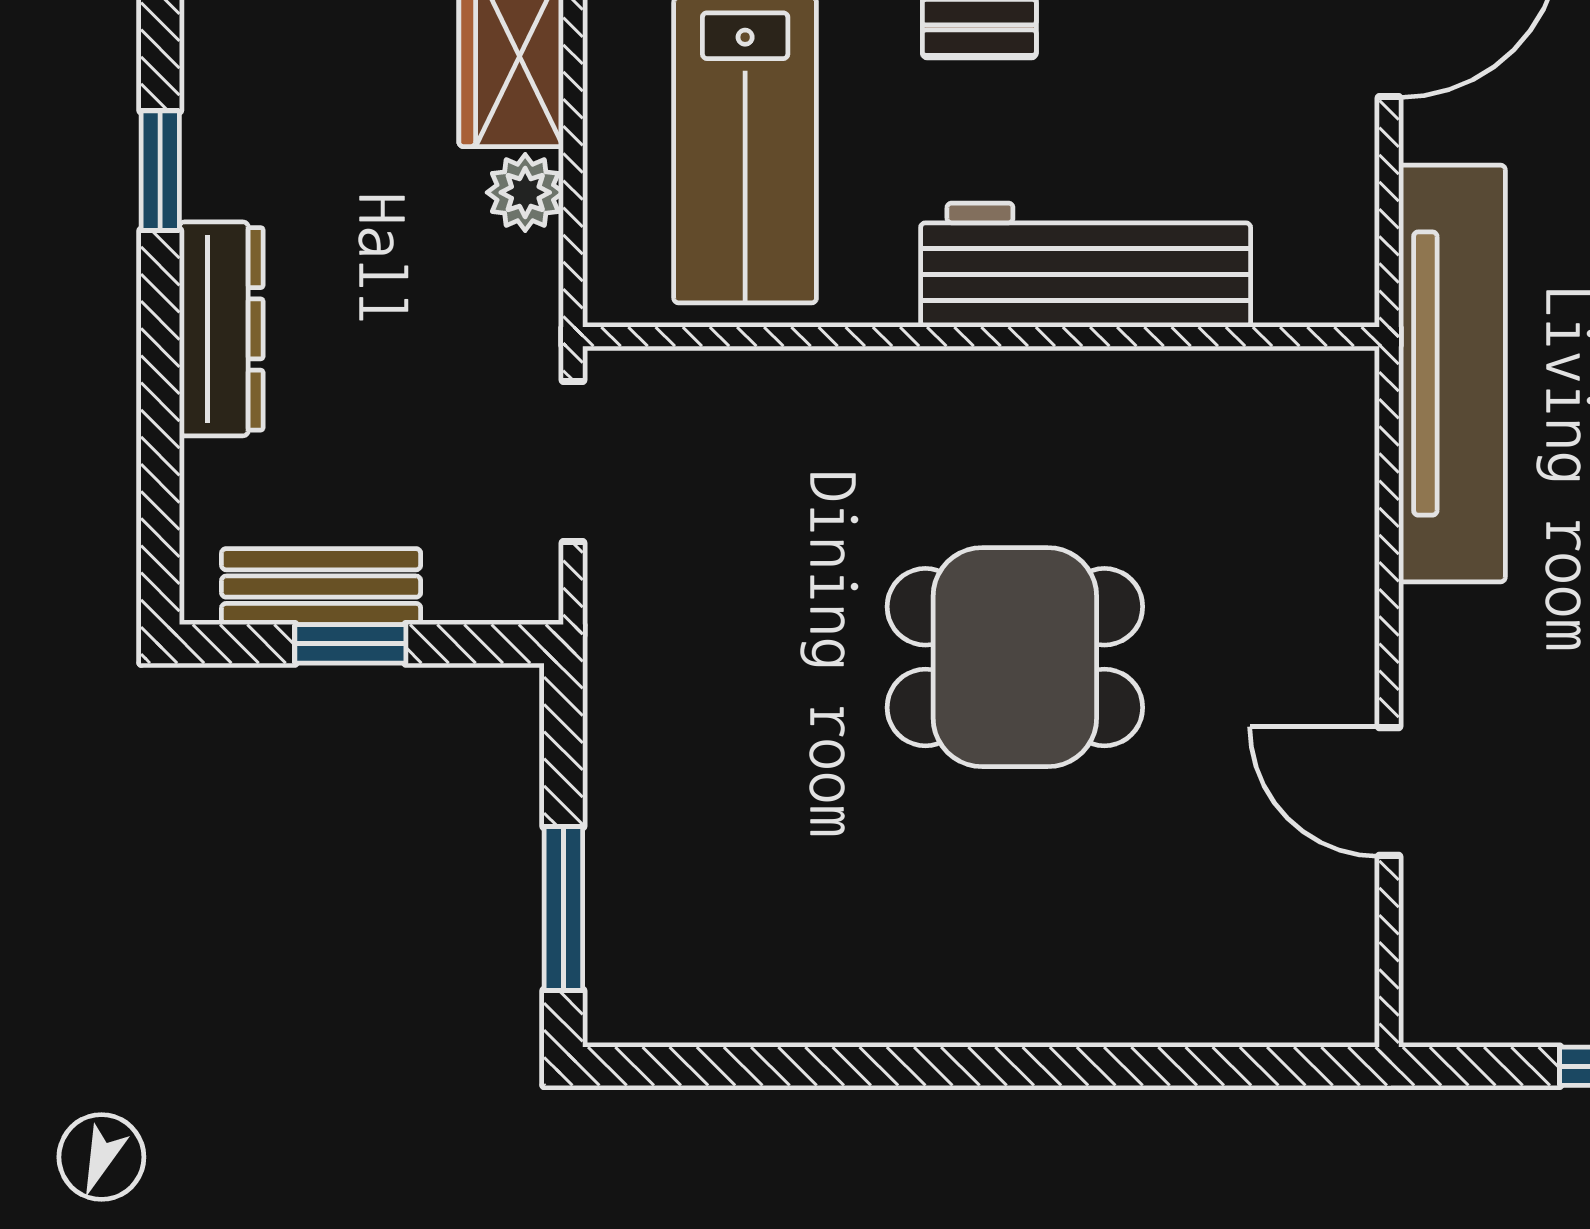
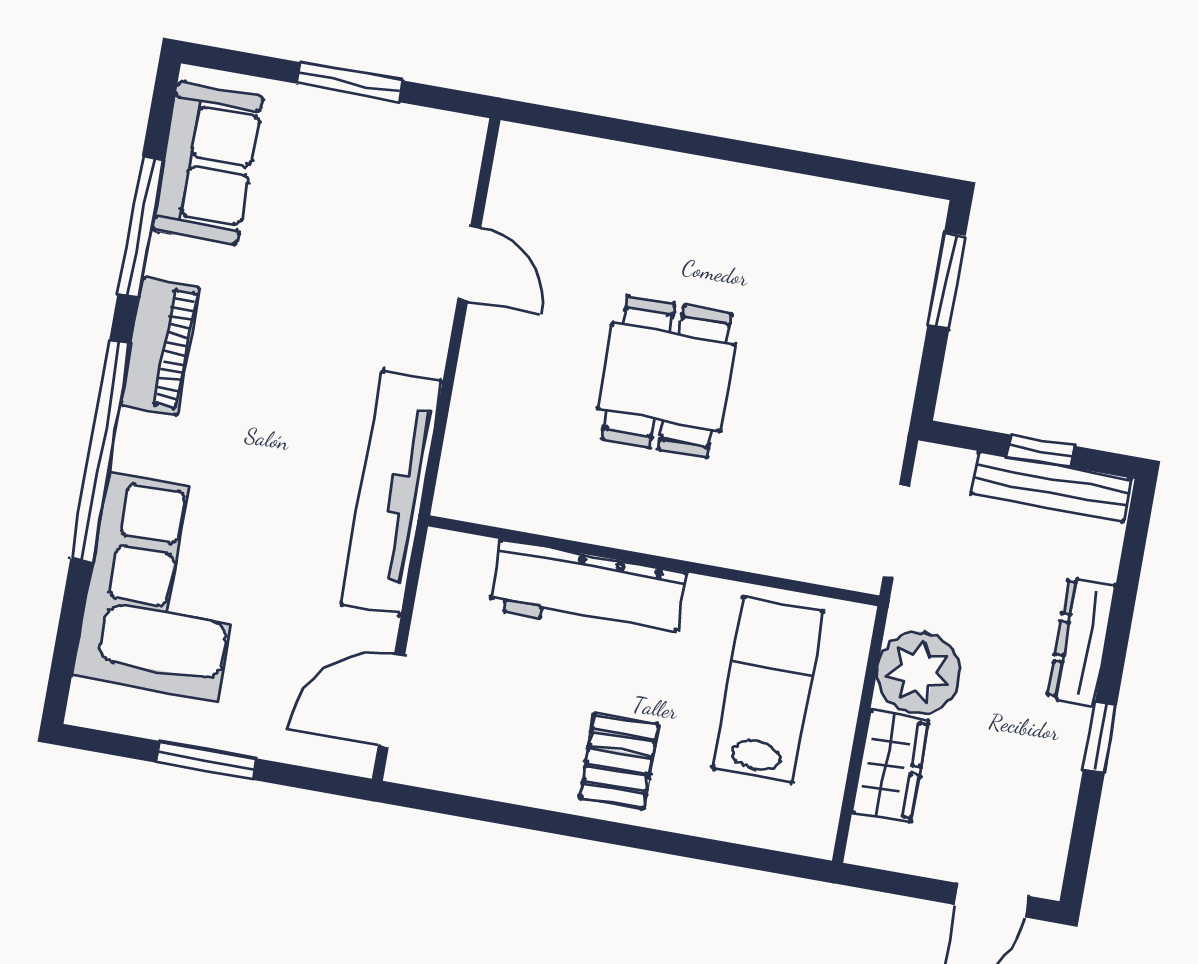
plant: (525, 192) -> (918, 672), width x1.87, depth x1.87
bench: (321, 587) -> (1051, 486), width x1.36
dining table: (1015, 657) -> (667, 377), turned 90

